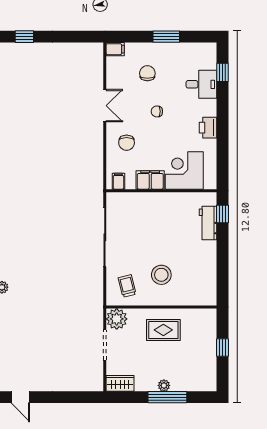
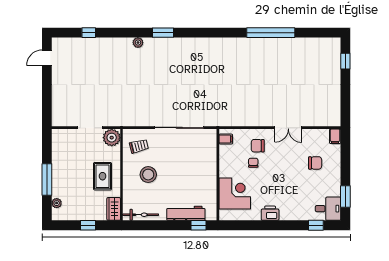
window: (166, 37) -> (345, 197), moved
desk: (201, 84) -> (328, 209), moved, turned -90
chair: (157, 111) -> (253, 163), moved
filing cabinet: (150, 180) -> (227, 165), removed
workbench: (208, 223) -> (186, 213), width x1.38
bicycle: (210, 284) -> (141, 215), added
wardrobe: (120, 383) -> (114, 209), moved, turned 180
plant: (164, 385) -> (57, 203), moved

